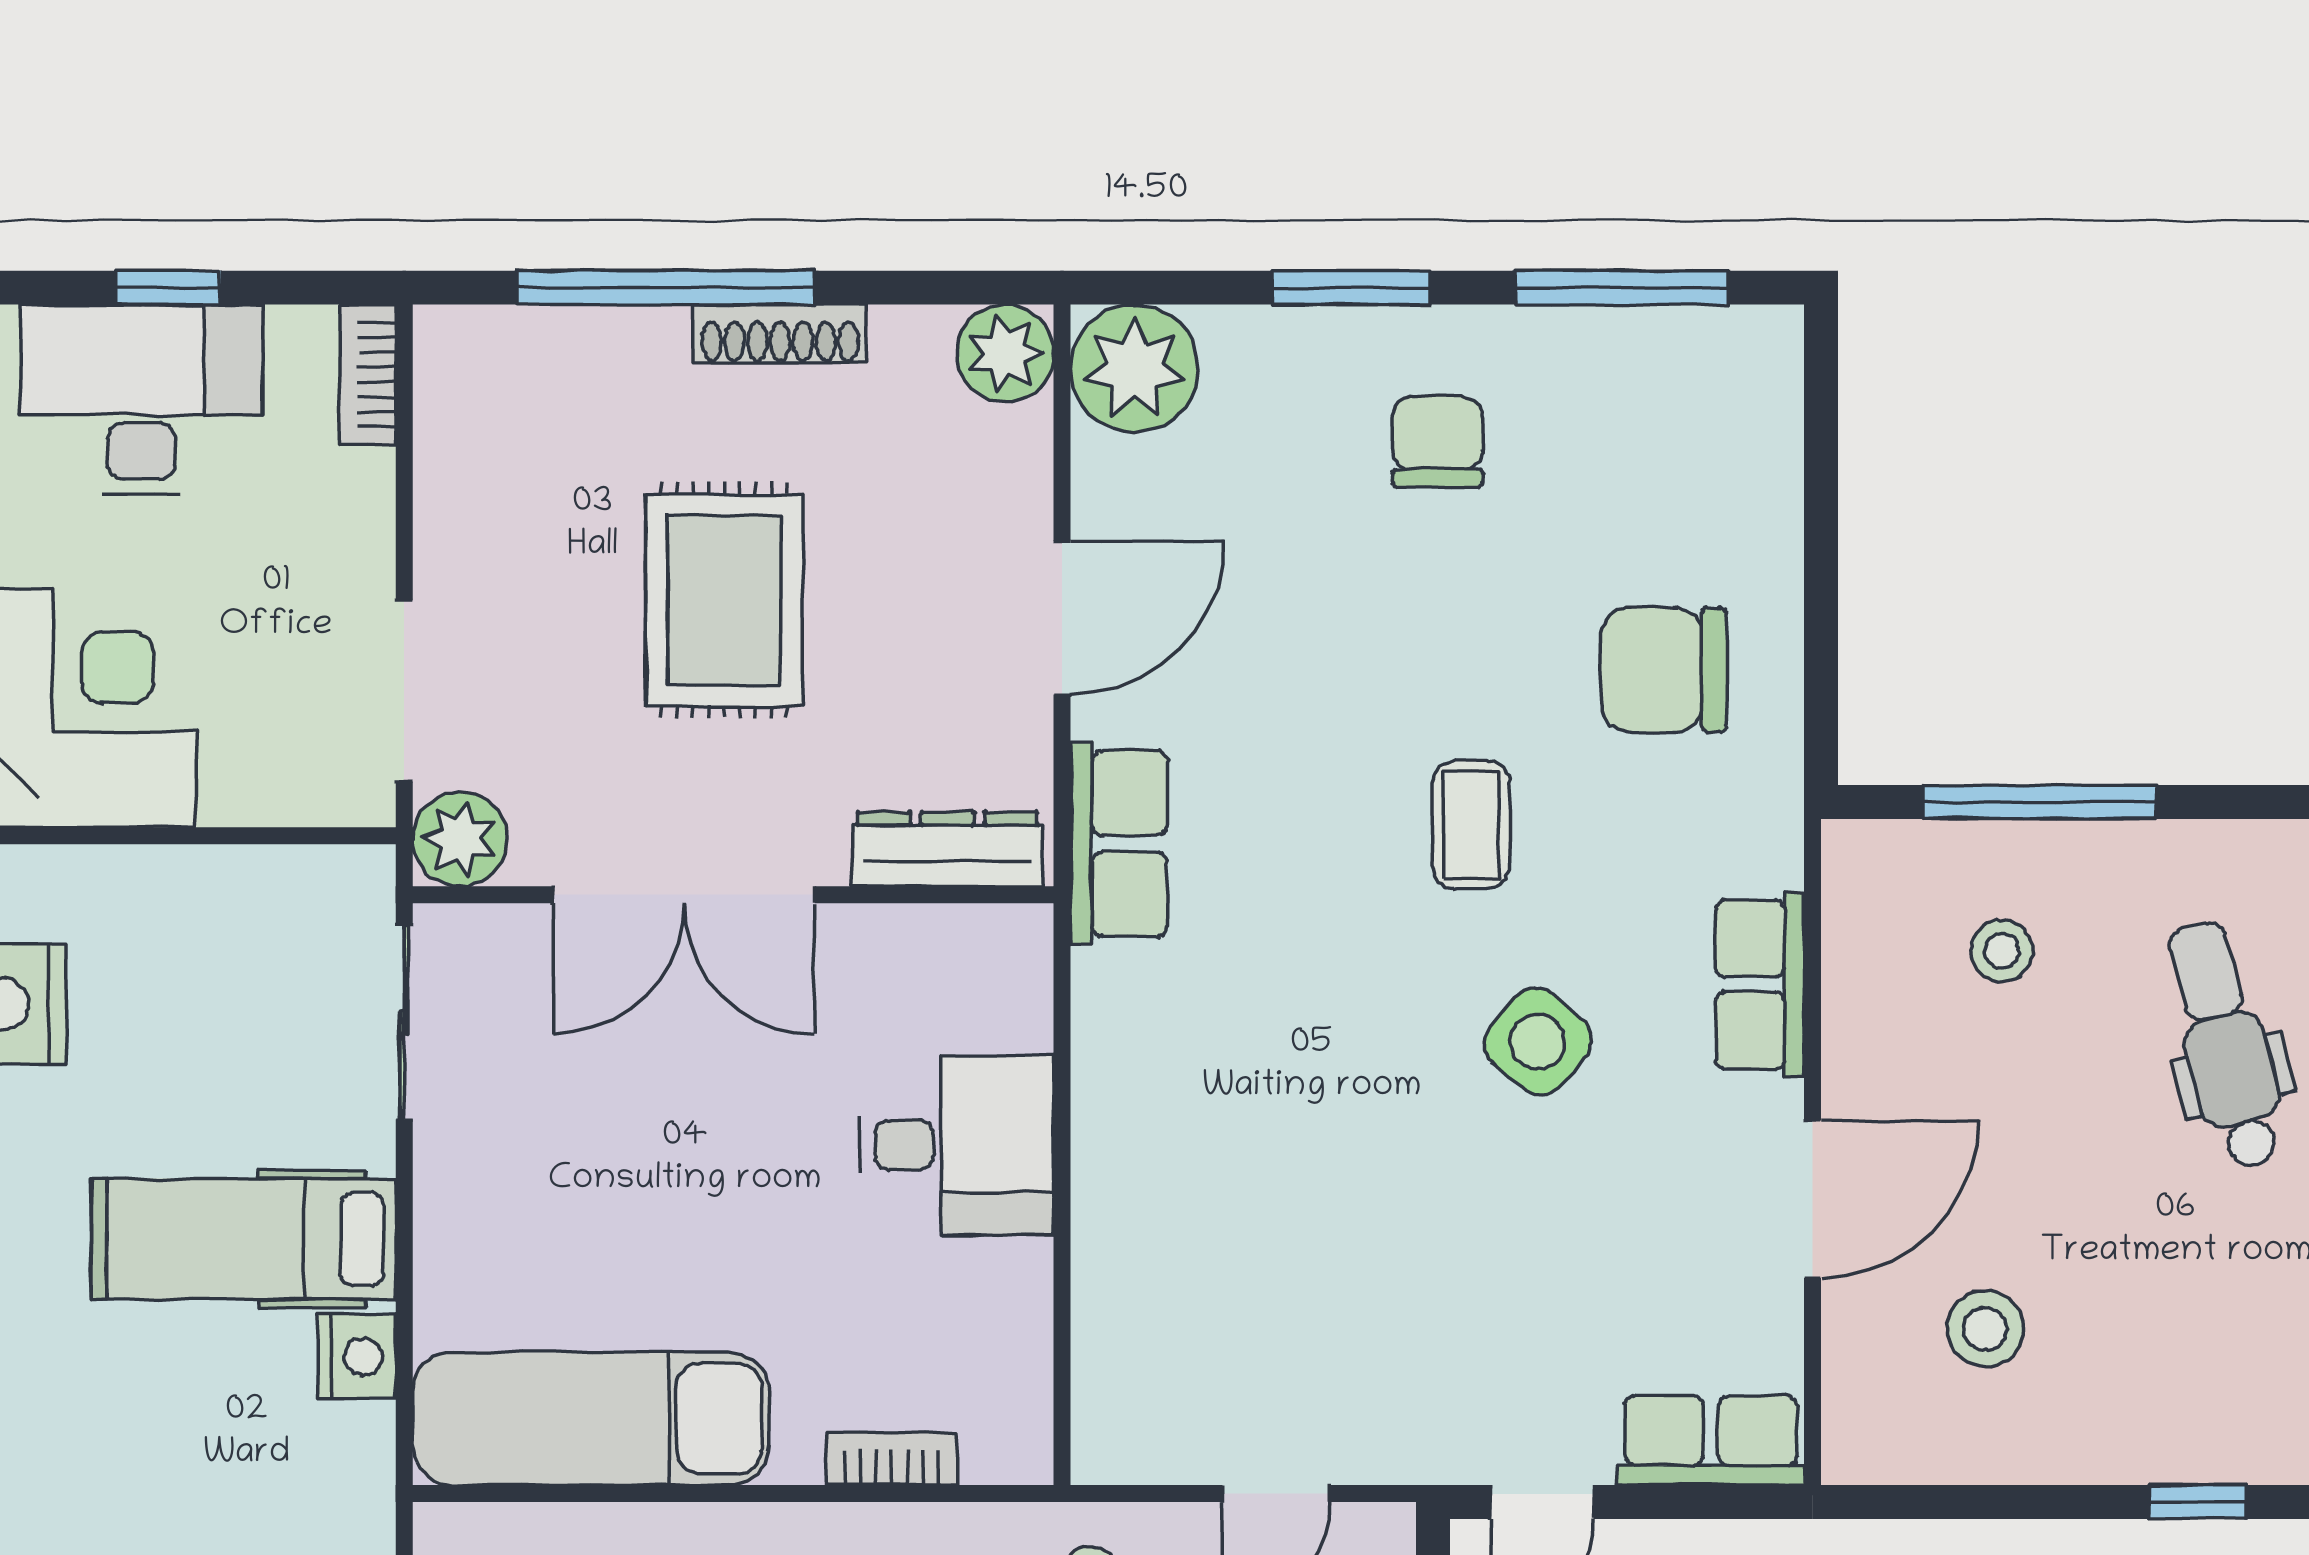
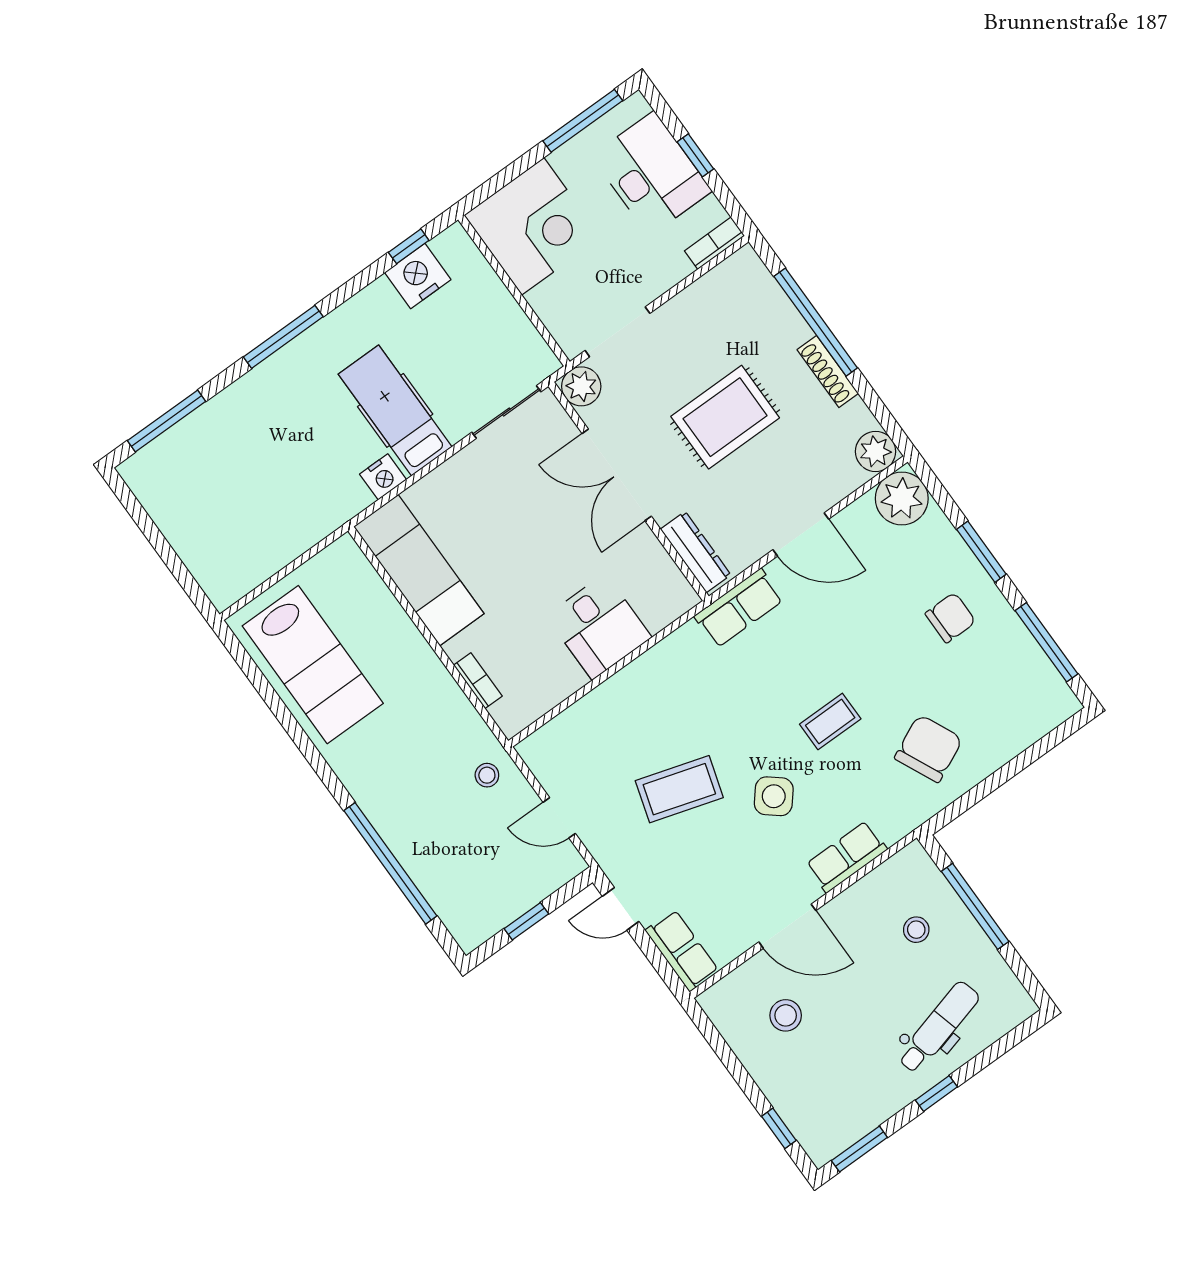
chair: (1663, 670) -> (929, 748), turned 65
coffee table: (1390, 1217) -> (679, 789), added

